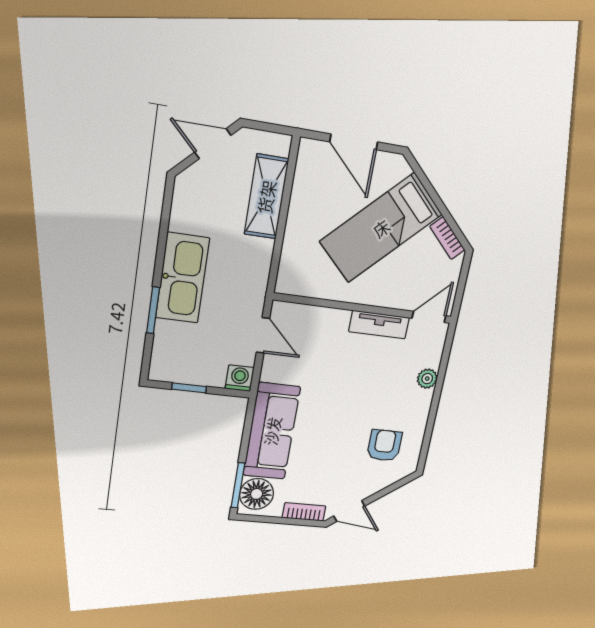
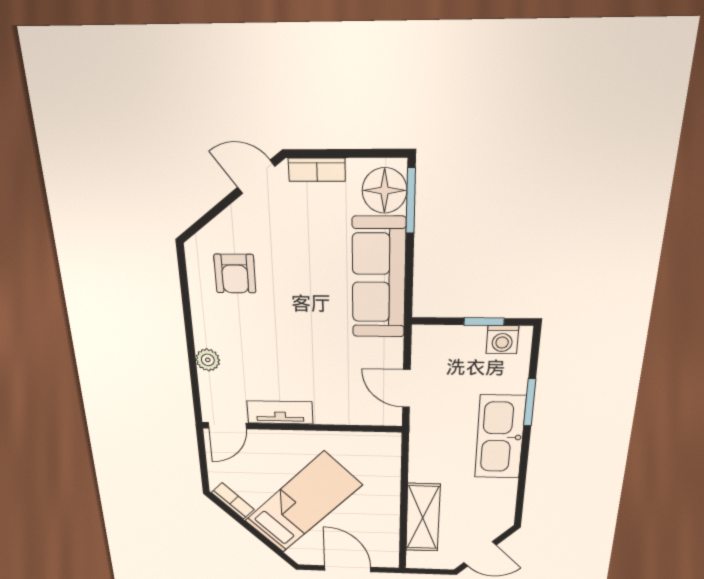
washing machine: (240, 378) -> (502, 340), moved

